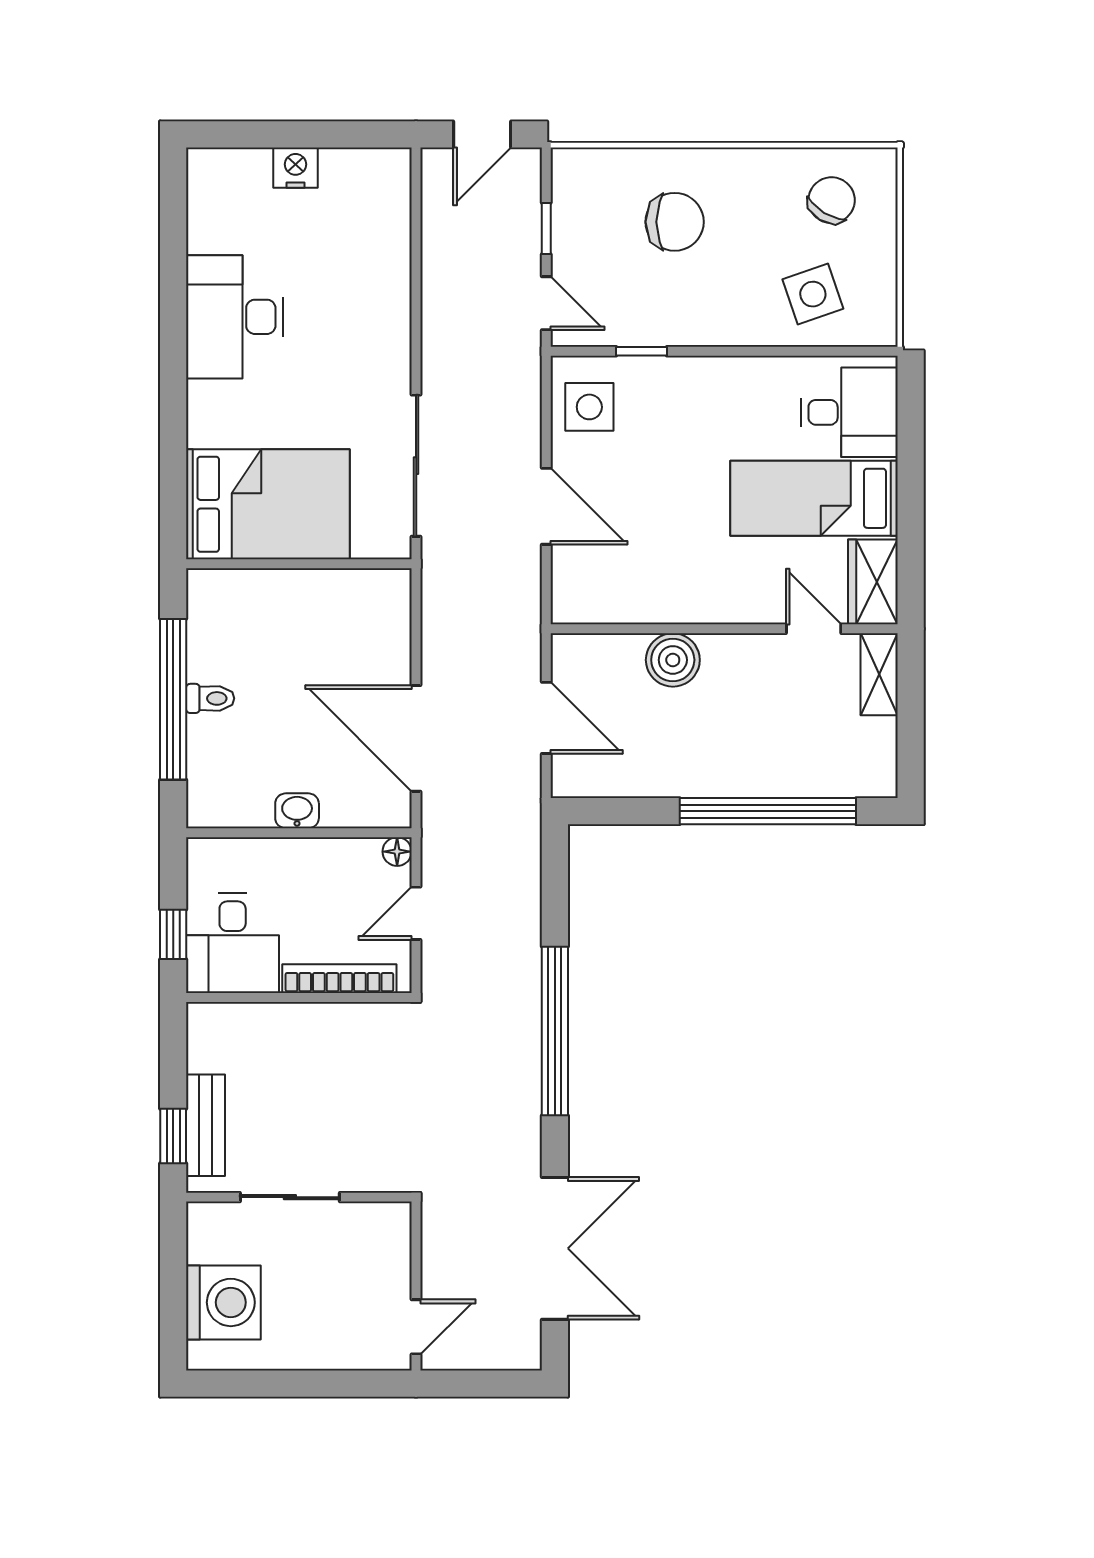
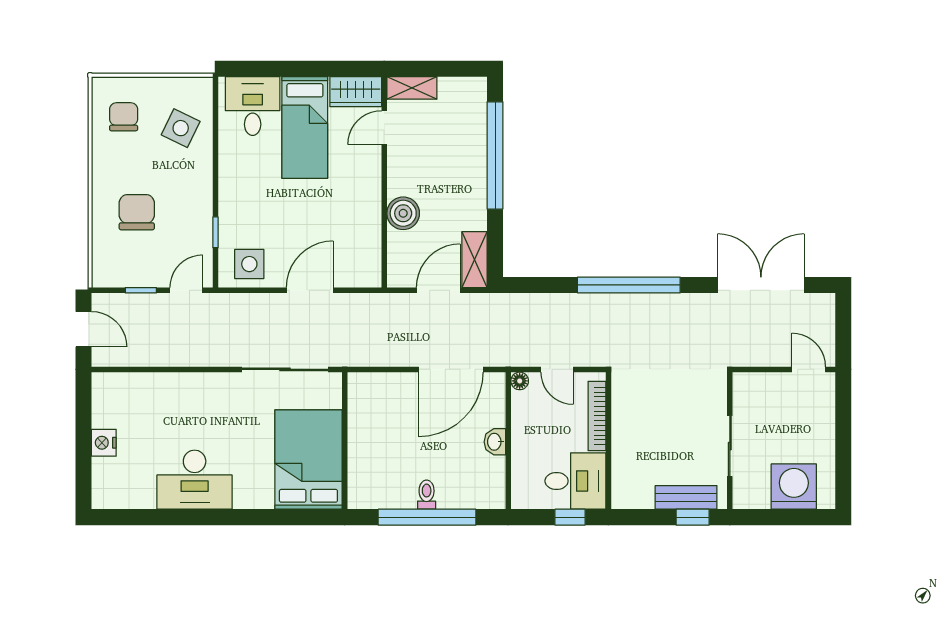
chair: (832, 200) -> (124, 117), turned 59
side table: (813, 294) -> (181, 128), turned 45
shelving: (597, 777) -> (475, 260), added

